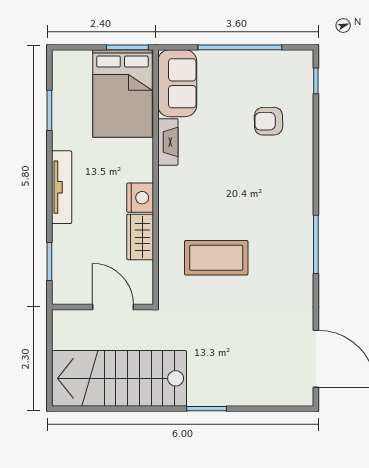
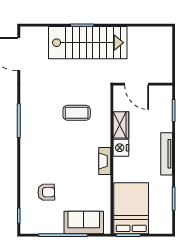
sofa: (177, 83) -> (84, 222), moved, turned 90
fireplace: (168, 142) -> (105, 161), moved
coffee table: (216, 258) -> (77, 113), width x0.73, depth x0.76
stairs: (119, 378) -> (88, 43), moved

